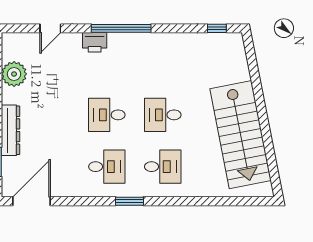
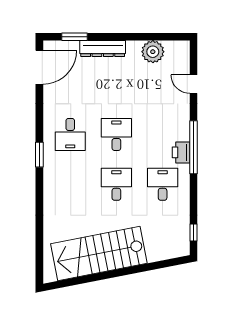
printer: (95, 42) -> (181, 152), moved
desk: (163, 167) -> (163, 184), moved, turned 180
door: (31, 201) -> (39, 67), hinge flipped

